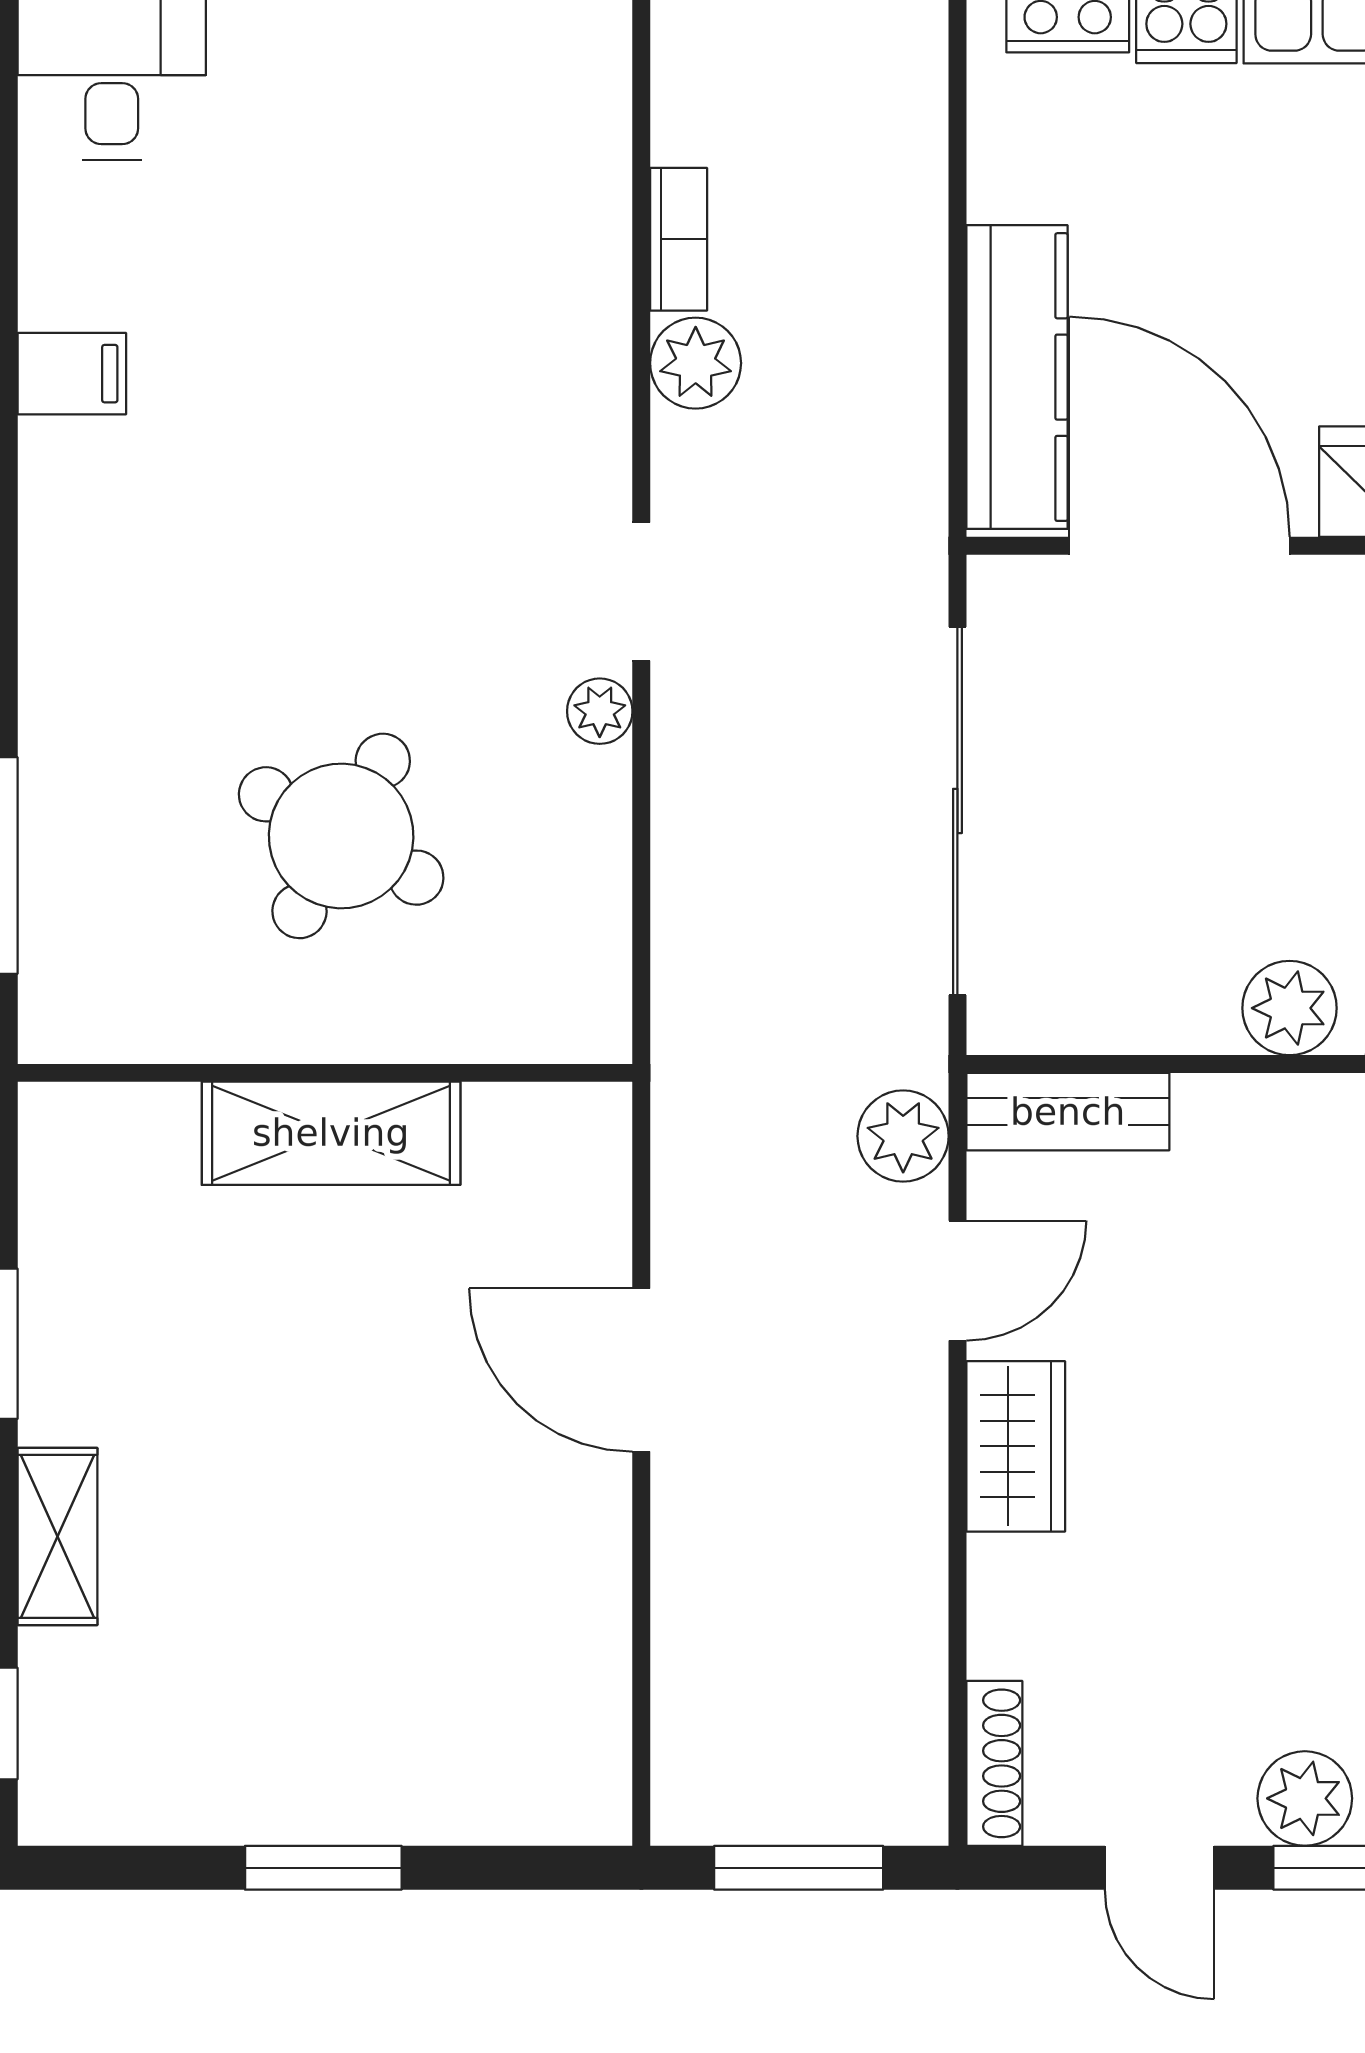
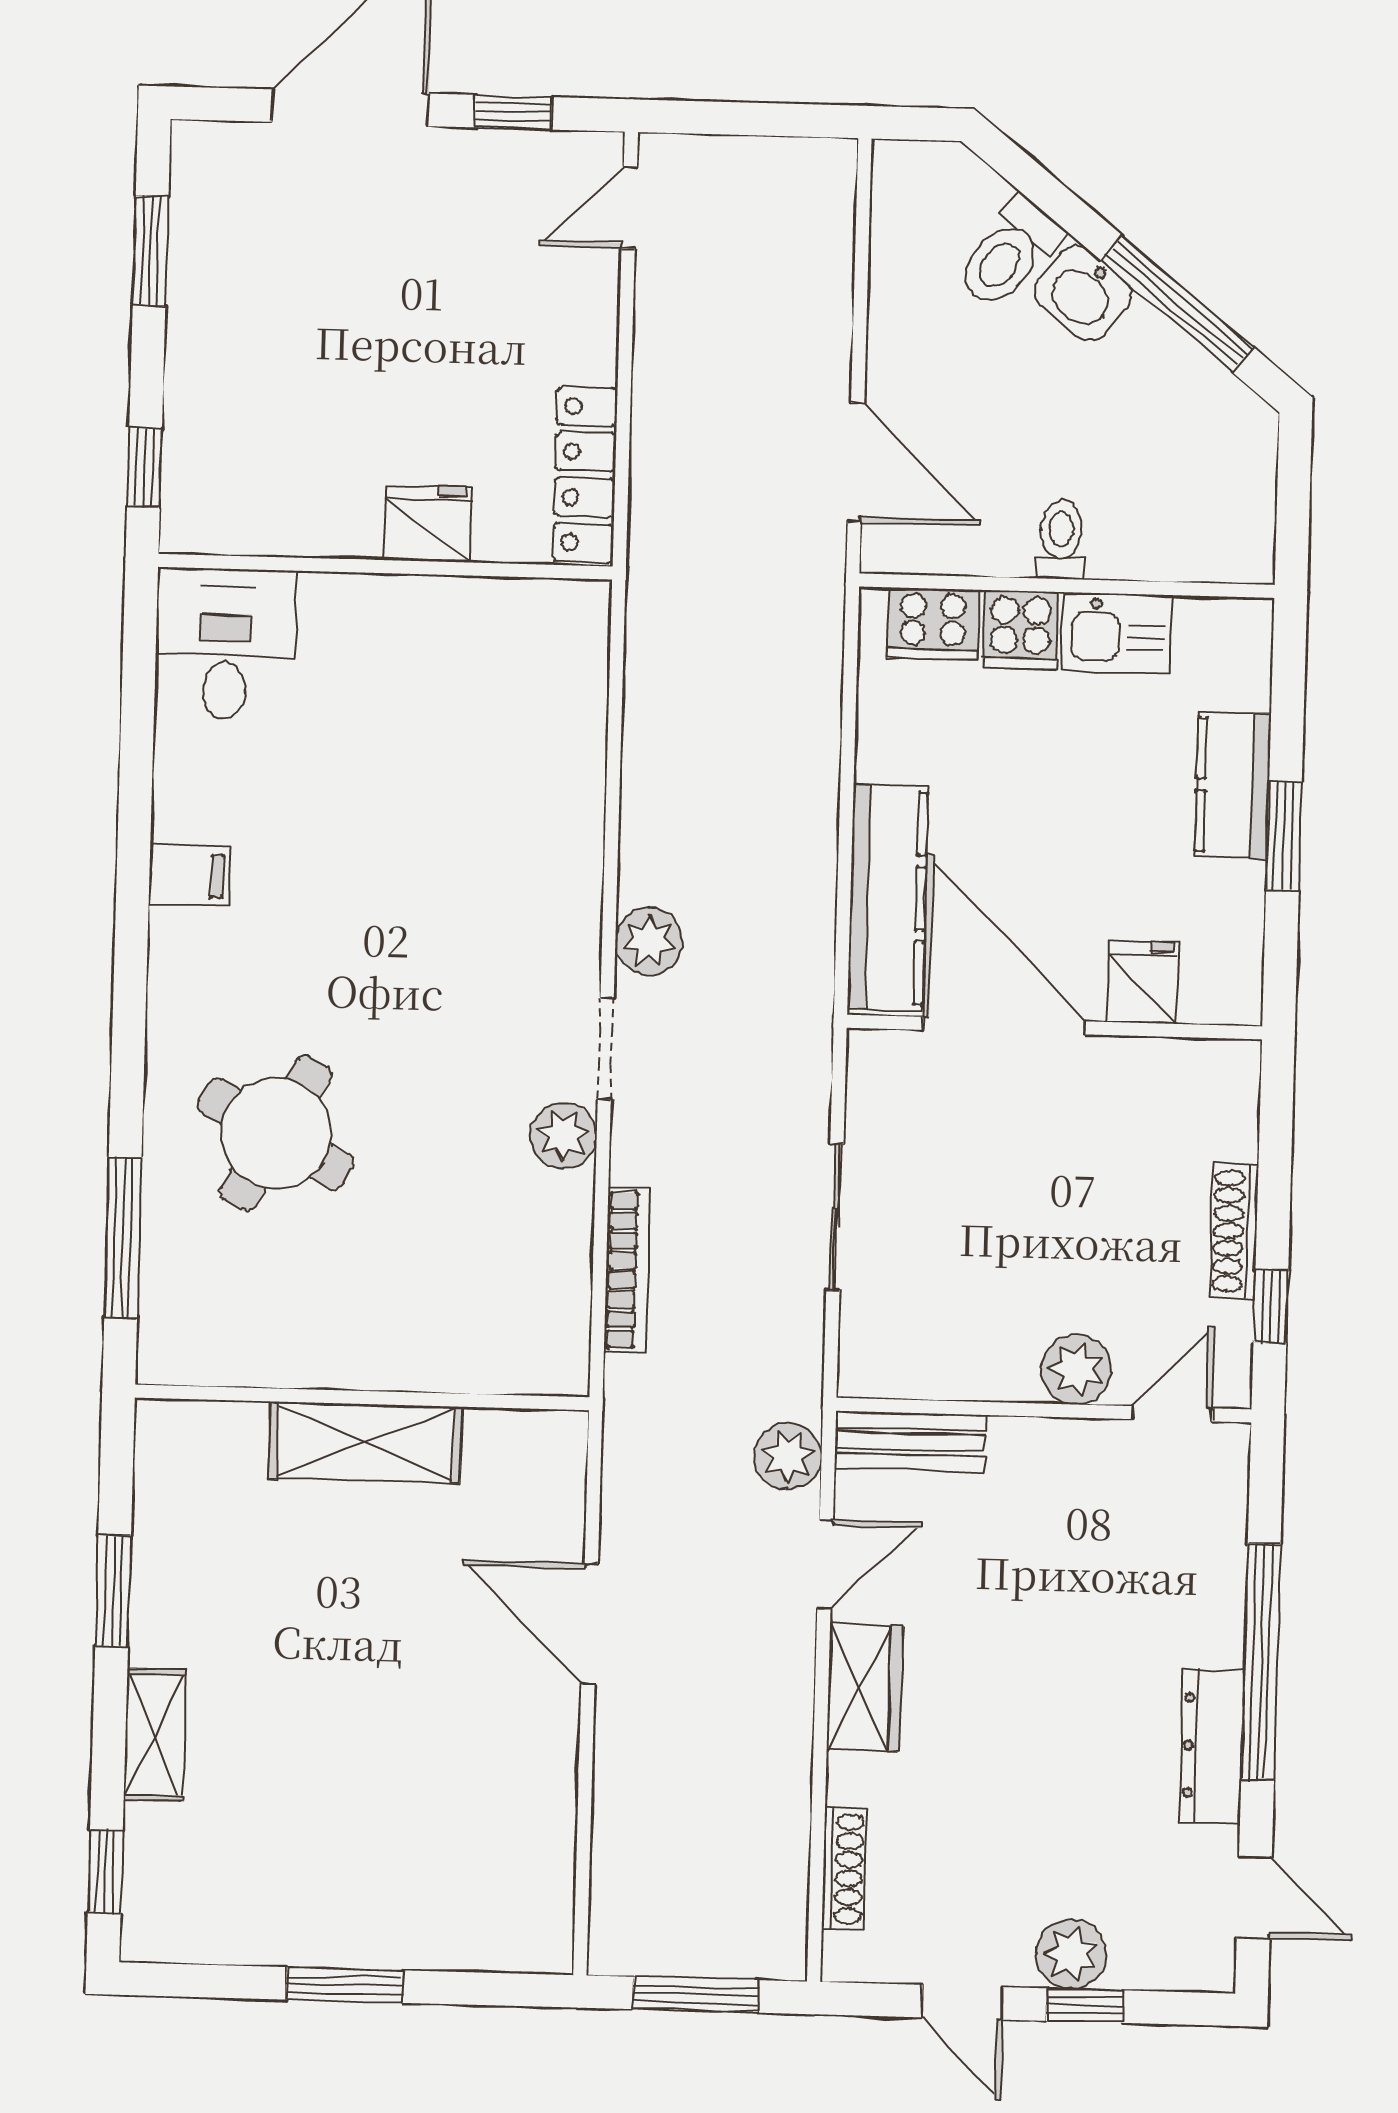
bookcase: (679, 239) -> (627, 1270), moved, width x1.56
plant: (696, 363) -> (649, 942), moved
plant: (600, 711) -> (563, 1136), width x1.38, depth x1.38
sliding door: (957, 811) -> (835, 1217), width x0.54
round table: (341, 836) -> (276, 1133), moved
shoe rack: (994, 1763) -> (844, 1869), moved

